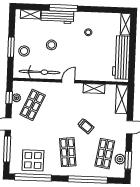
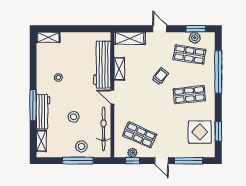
window: (11, 47) -> (78, 161), width x1.44
workbench: (121, 57) -> (102, 65), moved, turned 90
window: (33, 177) -> (218, 131), width x0.47

